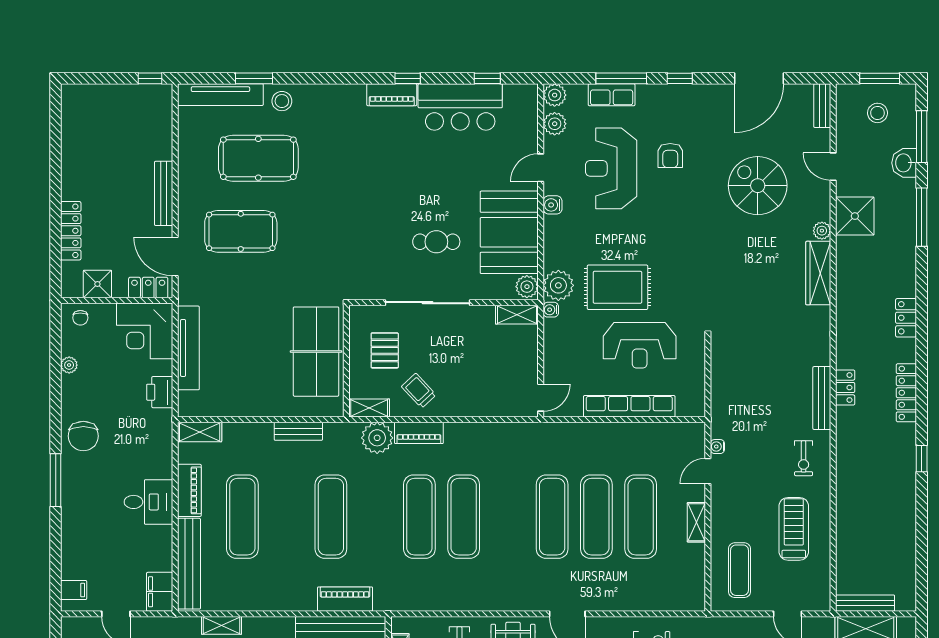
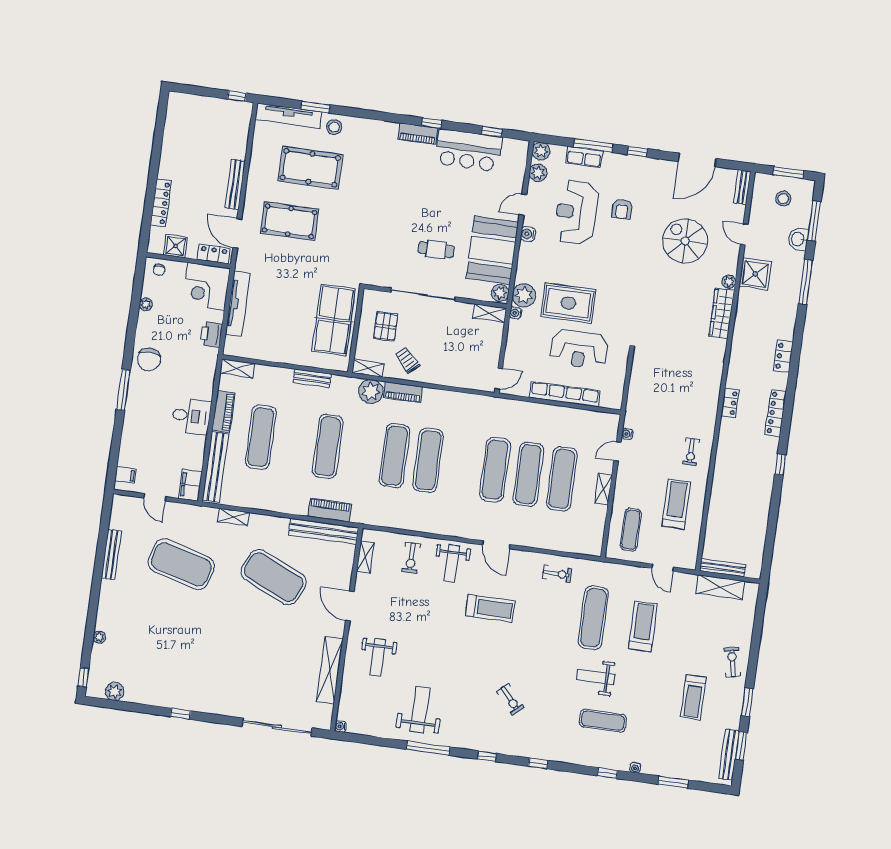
bench: (822, 398) -> (711, 408), removed

